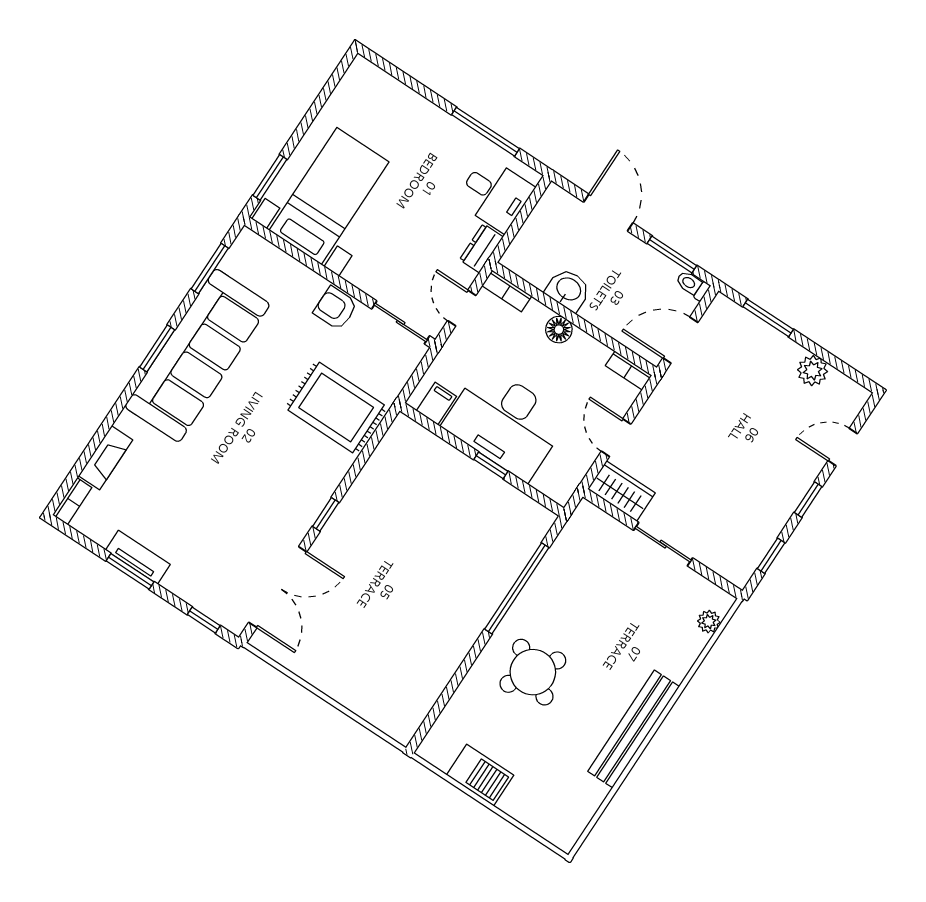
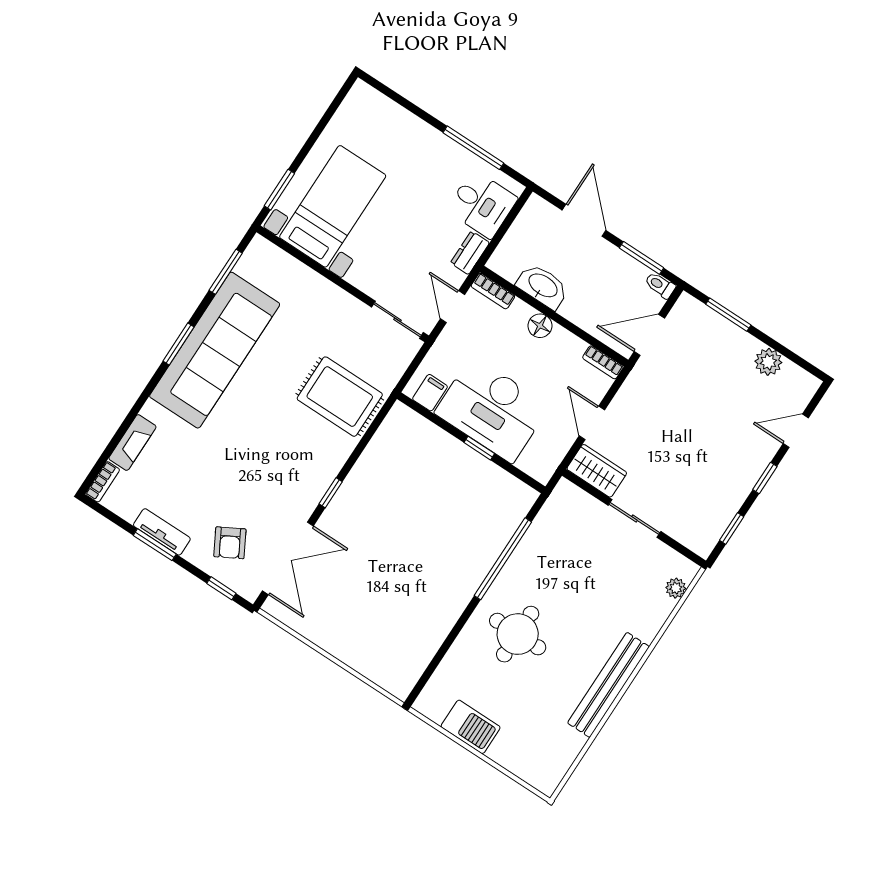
washbasin: (568, 290) -> (543, 286), width x1.38
armchair: (335, 308) -> (230, 543), moved, turned -119
round table: (533, 672) -> (518, 634), turned -31

